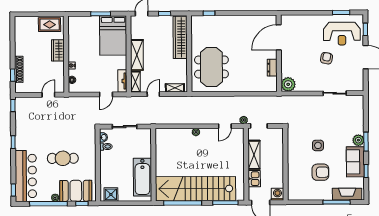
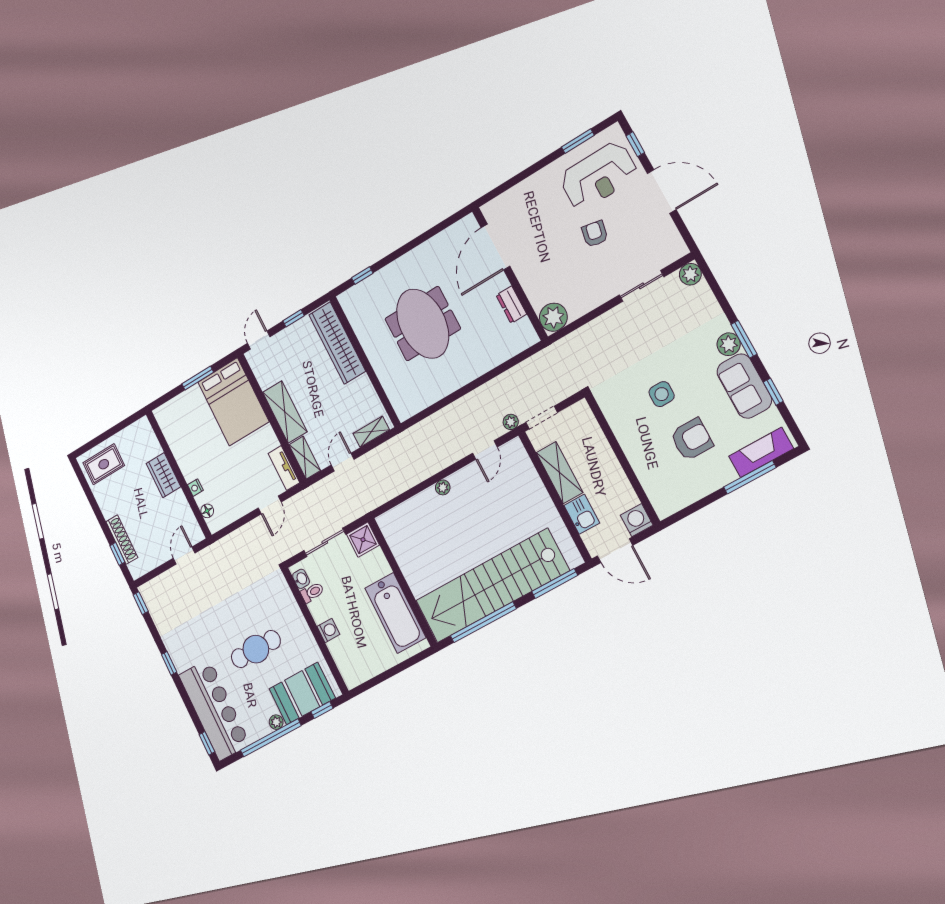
rug: (50, 25) -> (104, 464), moved
meeting table: (211, 67) -> (423, 324), moved
plant: (358, 100) -> (690, 274), added
washing machine: (105, 168) -> (328, 630), added
shower: (111, 194) -> (363, 540), moved

